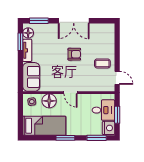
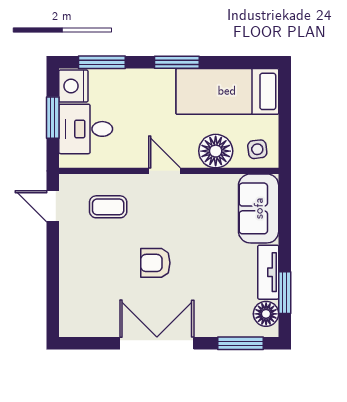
coffee table: (102, 63) -> (108, 207), moved

